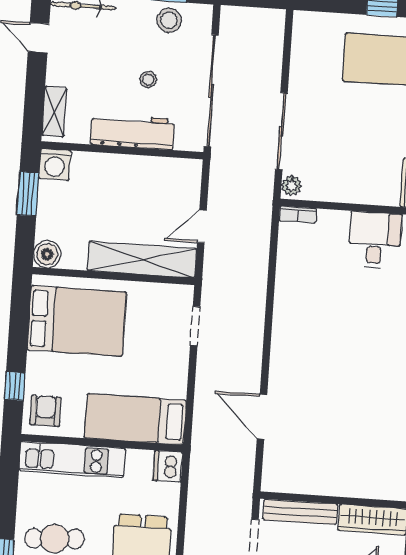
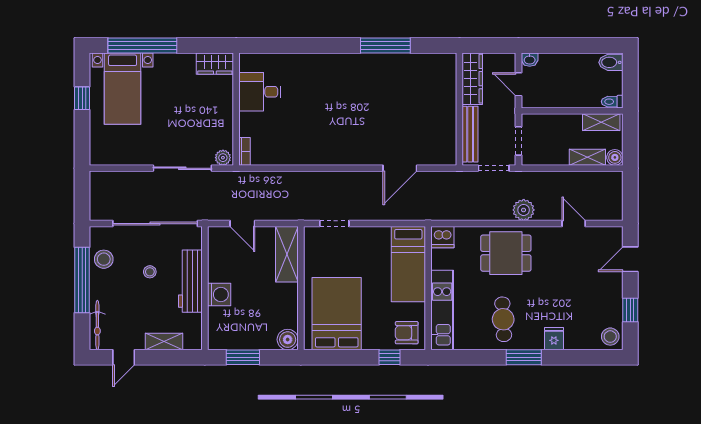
shelving: (54, 112) -> (164, 342), moved
washing machine: (55, 164) -> (219, 295), moved
door: (202, 227) -> (242, 224), moved
shelving: (142, 260) -> (287, 254), width x0.68

